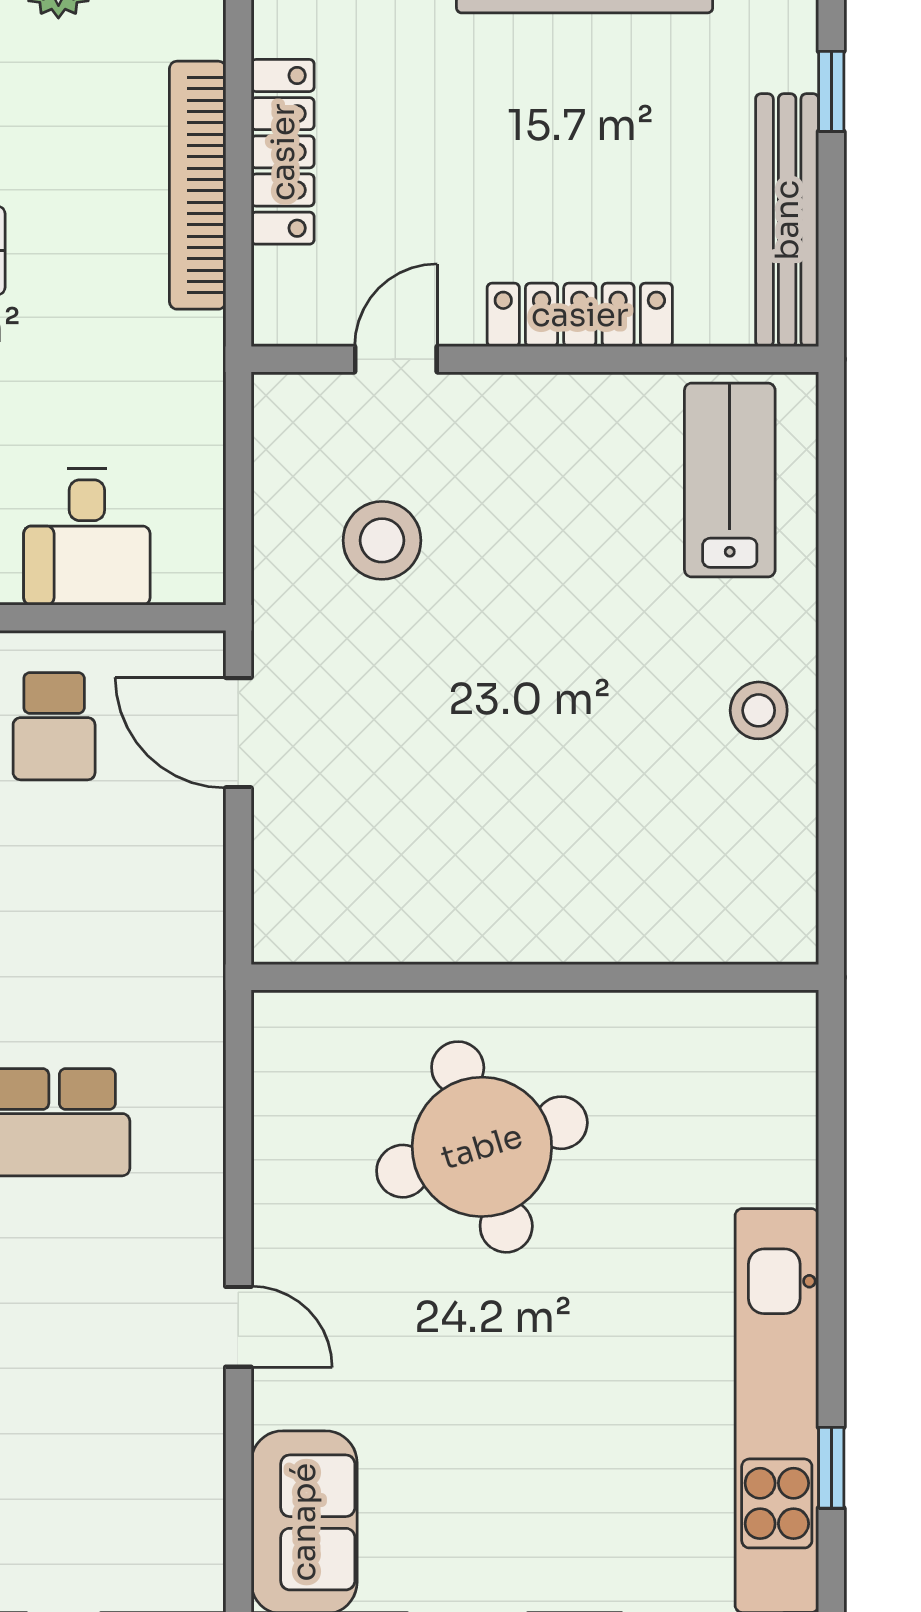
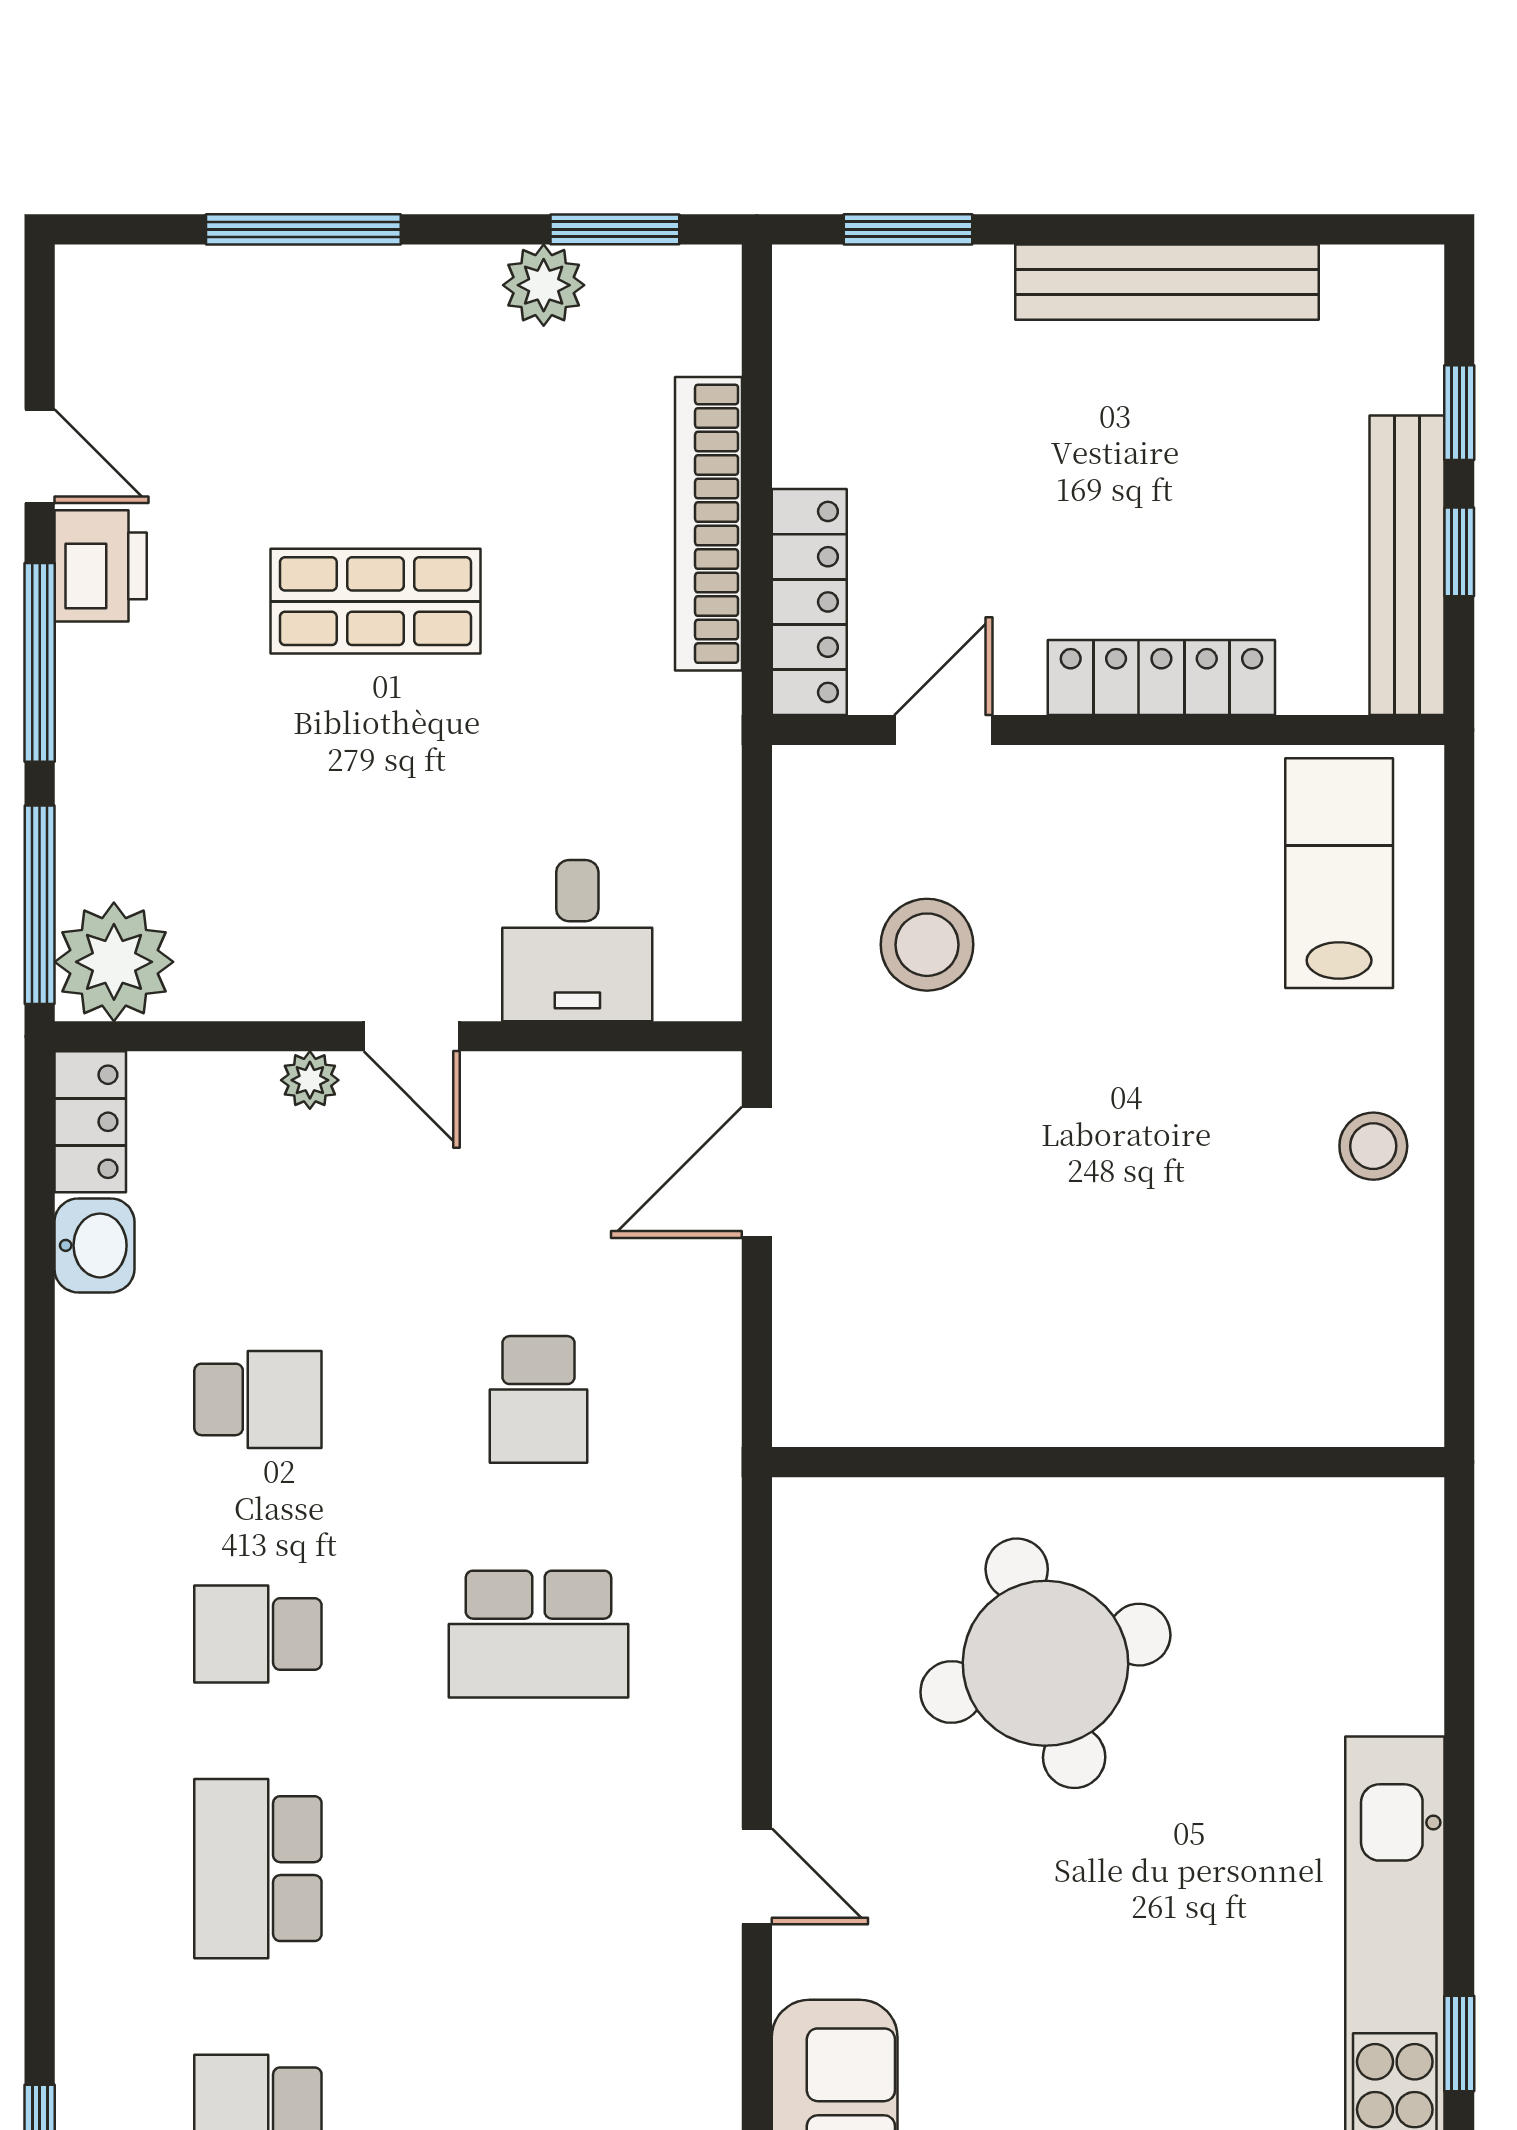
locker: (283, 152) -> (809, 602), moved
window: (831, 209) -> (1459, 552), added
school desk: (54, 726) -> (538, 1399), moved
door: (238, 733) -> (757, 1172), hinge flipped

